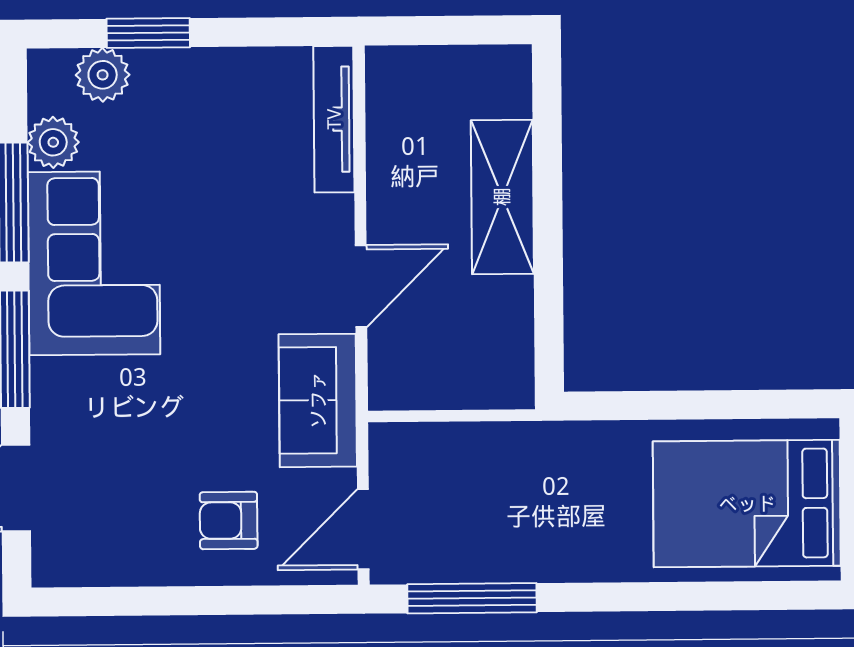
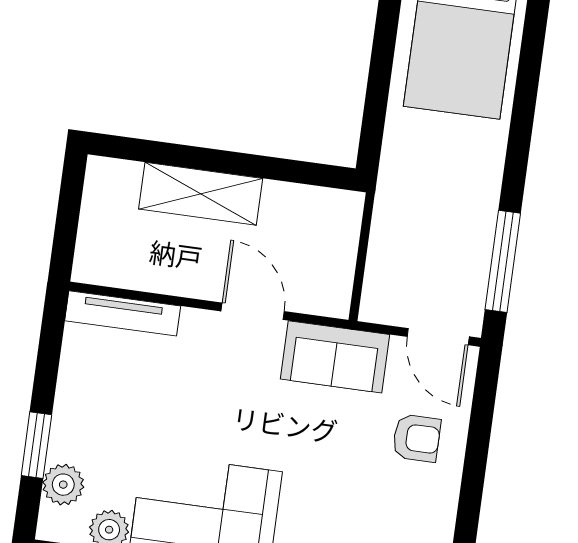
armchair: (229, 520) -> (417, 438), turned -90

